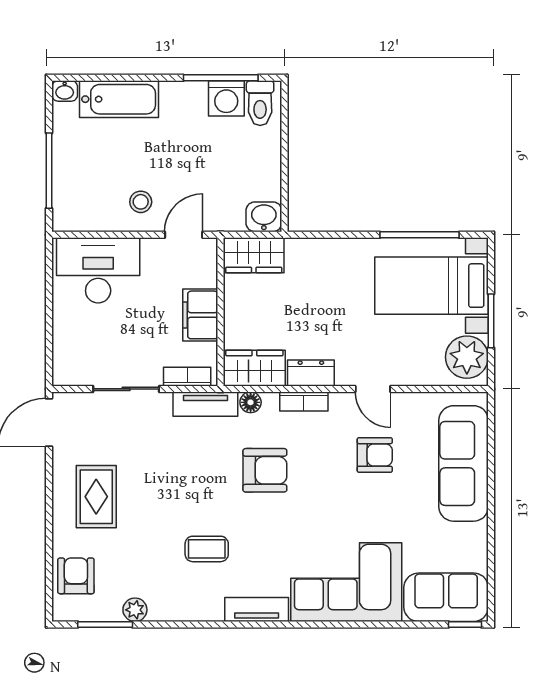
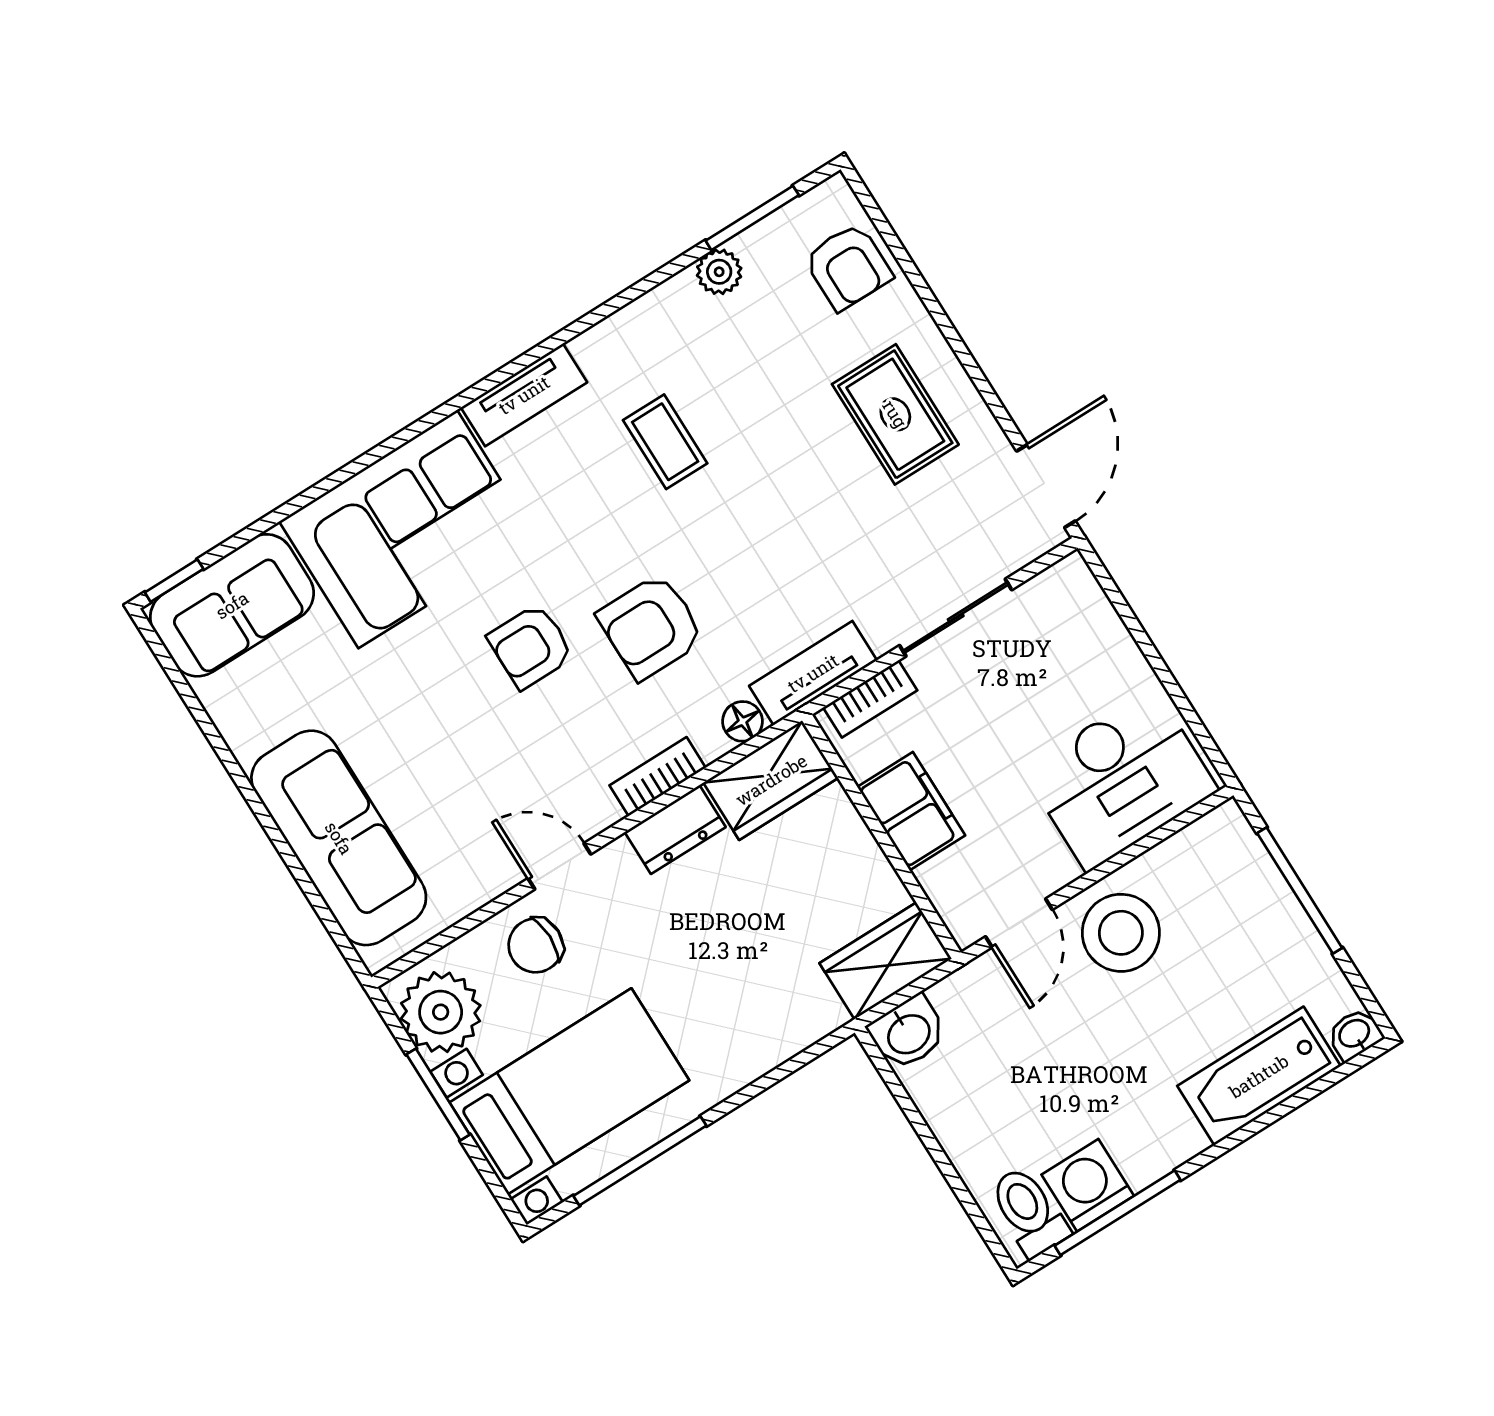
stool: (141, 202) -> (1121, 933), width x1.89, depth x1.89
chair: (406, 360) -> (536, 945), added
armchair: (375, 455) -> (531, 646), moved
coffee table: (207, 549) -> (665, 442), turned 90

